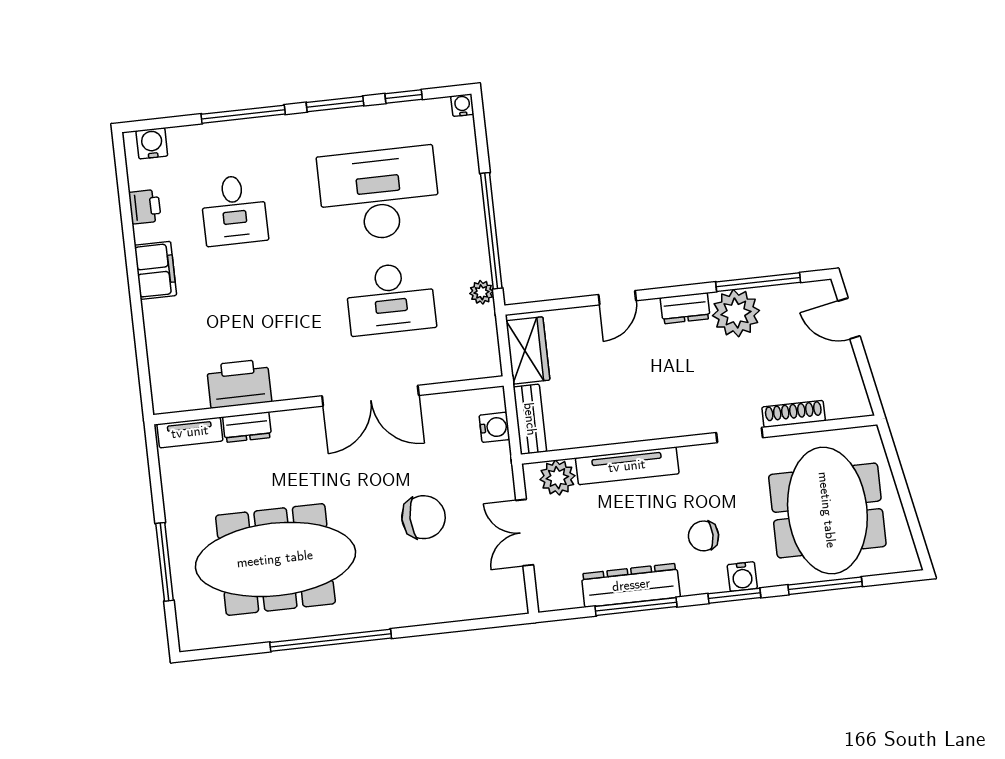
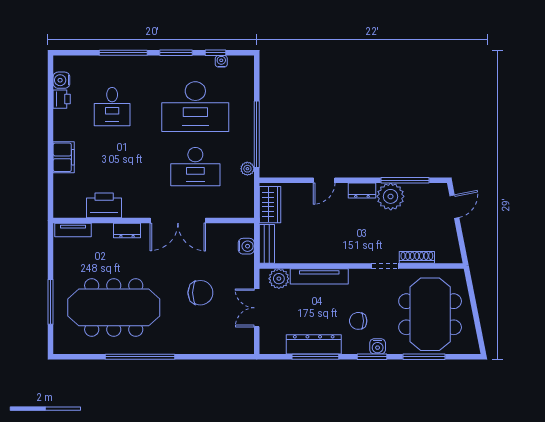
water cooler: (462, 105) -> (221, 61), moved
water cooler: (152, 143) -> (61, 80), moved, turned -90
desk: (379, 194) -> (195, 107), turned 180
filing cabinet: (155, 270) -> (64, 157), moved
door: (849, 319) -> (454, 207), swing flipped
dresser: (247, 427) -> (127, 231), moved

